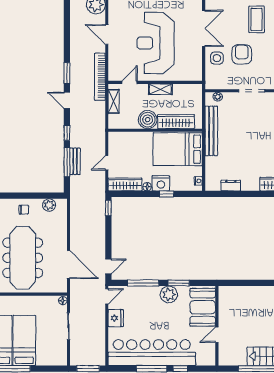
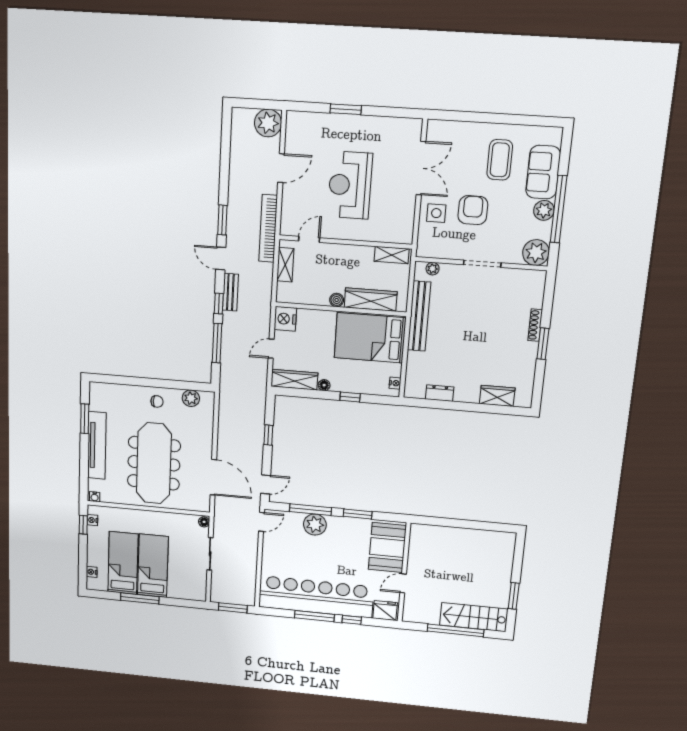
door: (107, 34) -> (281, 168), swing flipped
reception desk: (156, 43) -> (350, 185), width x0.74, depth x0.77
shelving: (160, 89) -> (392, 255), moved
boiler: (148, 120) -> (337, 300), width x0.54, depth x0.54
bench: (75, 161) -> (230, 292), moved
nightstand: (161, 183) -> (285, 319), moved, turned 90
window: (108, 208) -> (268, 435), moved
plant: (169, 294) -> (315, 525), moved
fridge: (116, 318) -> (385, 610), moved, turned -90

